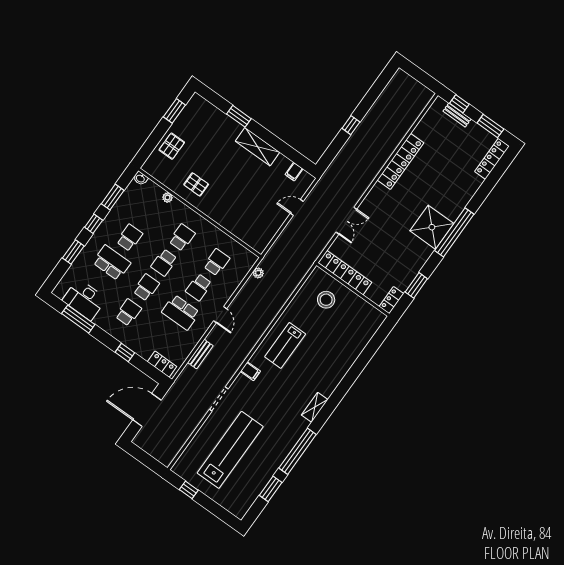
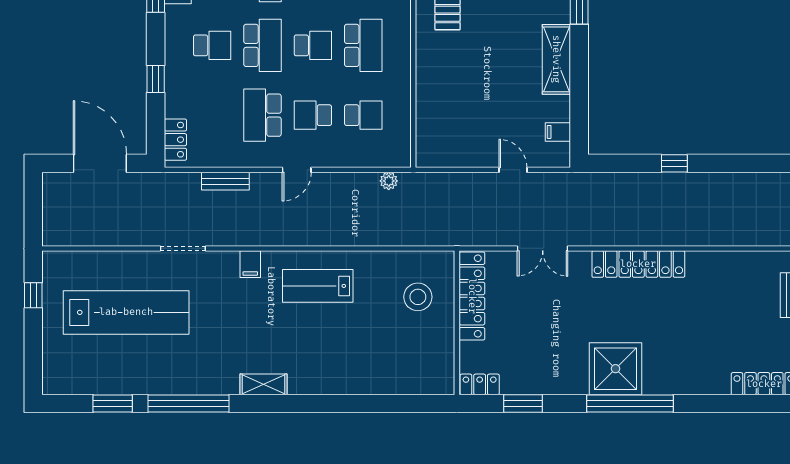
locker: (400, 161) -> (638, 264), moved
school desk: (182, 238) -> (363, 45), width x1.85
school desk: (164, 262) -> (313, 45), turned 180
school desk: (146, 287) -> (262, 45), width x1.85

